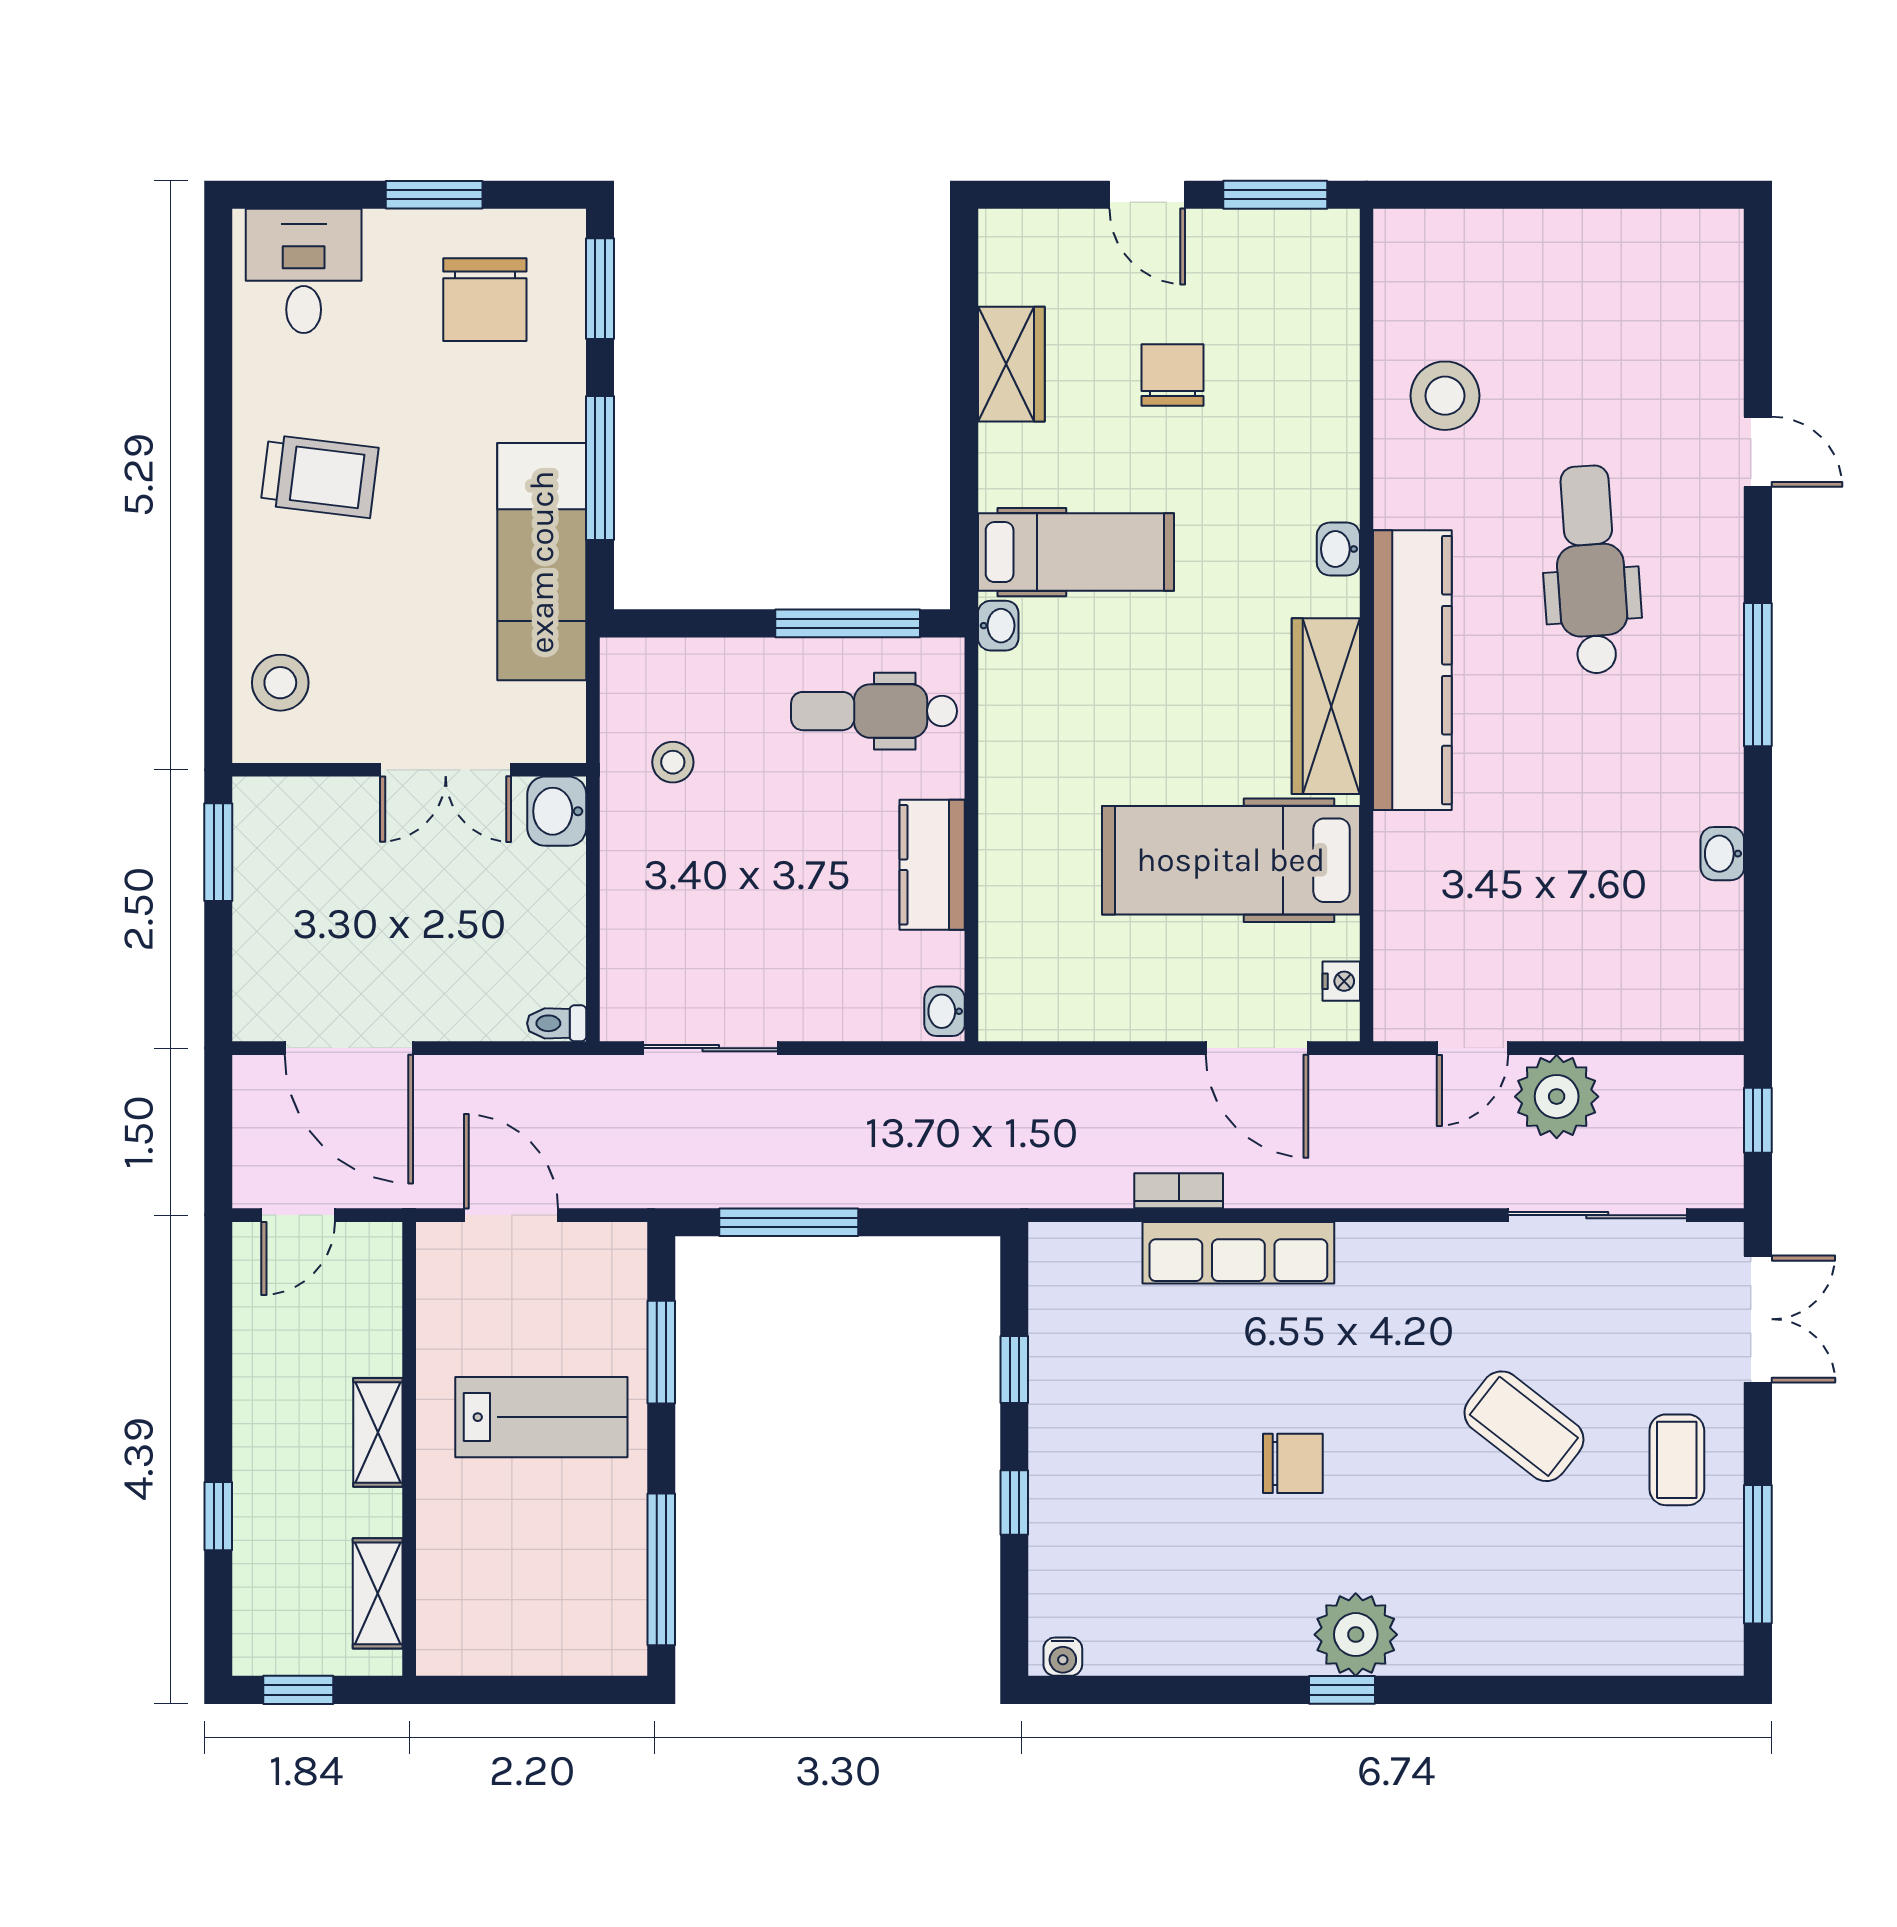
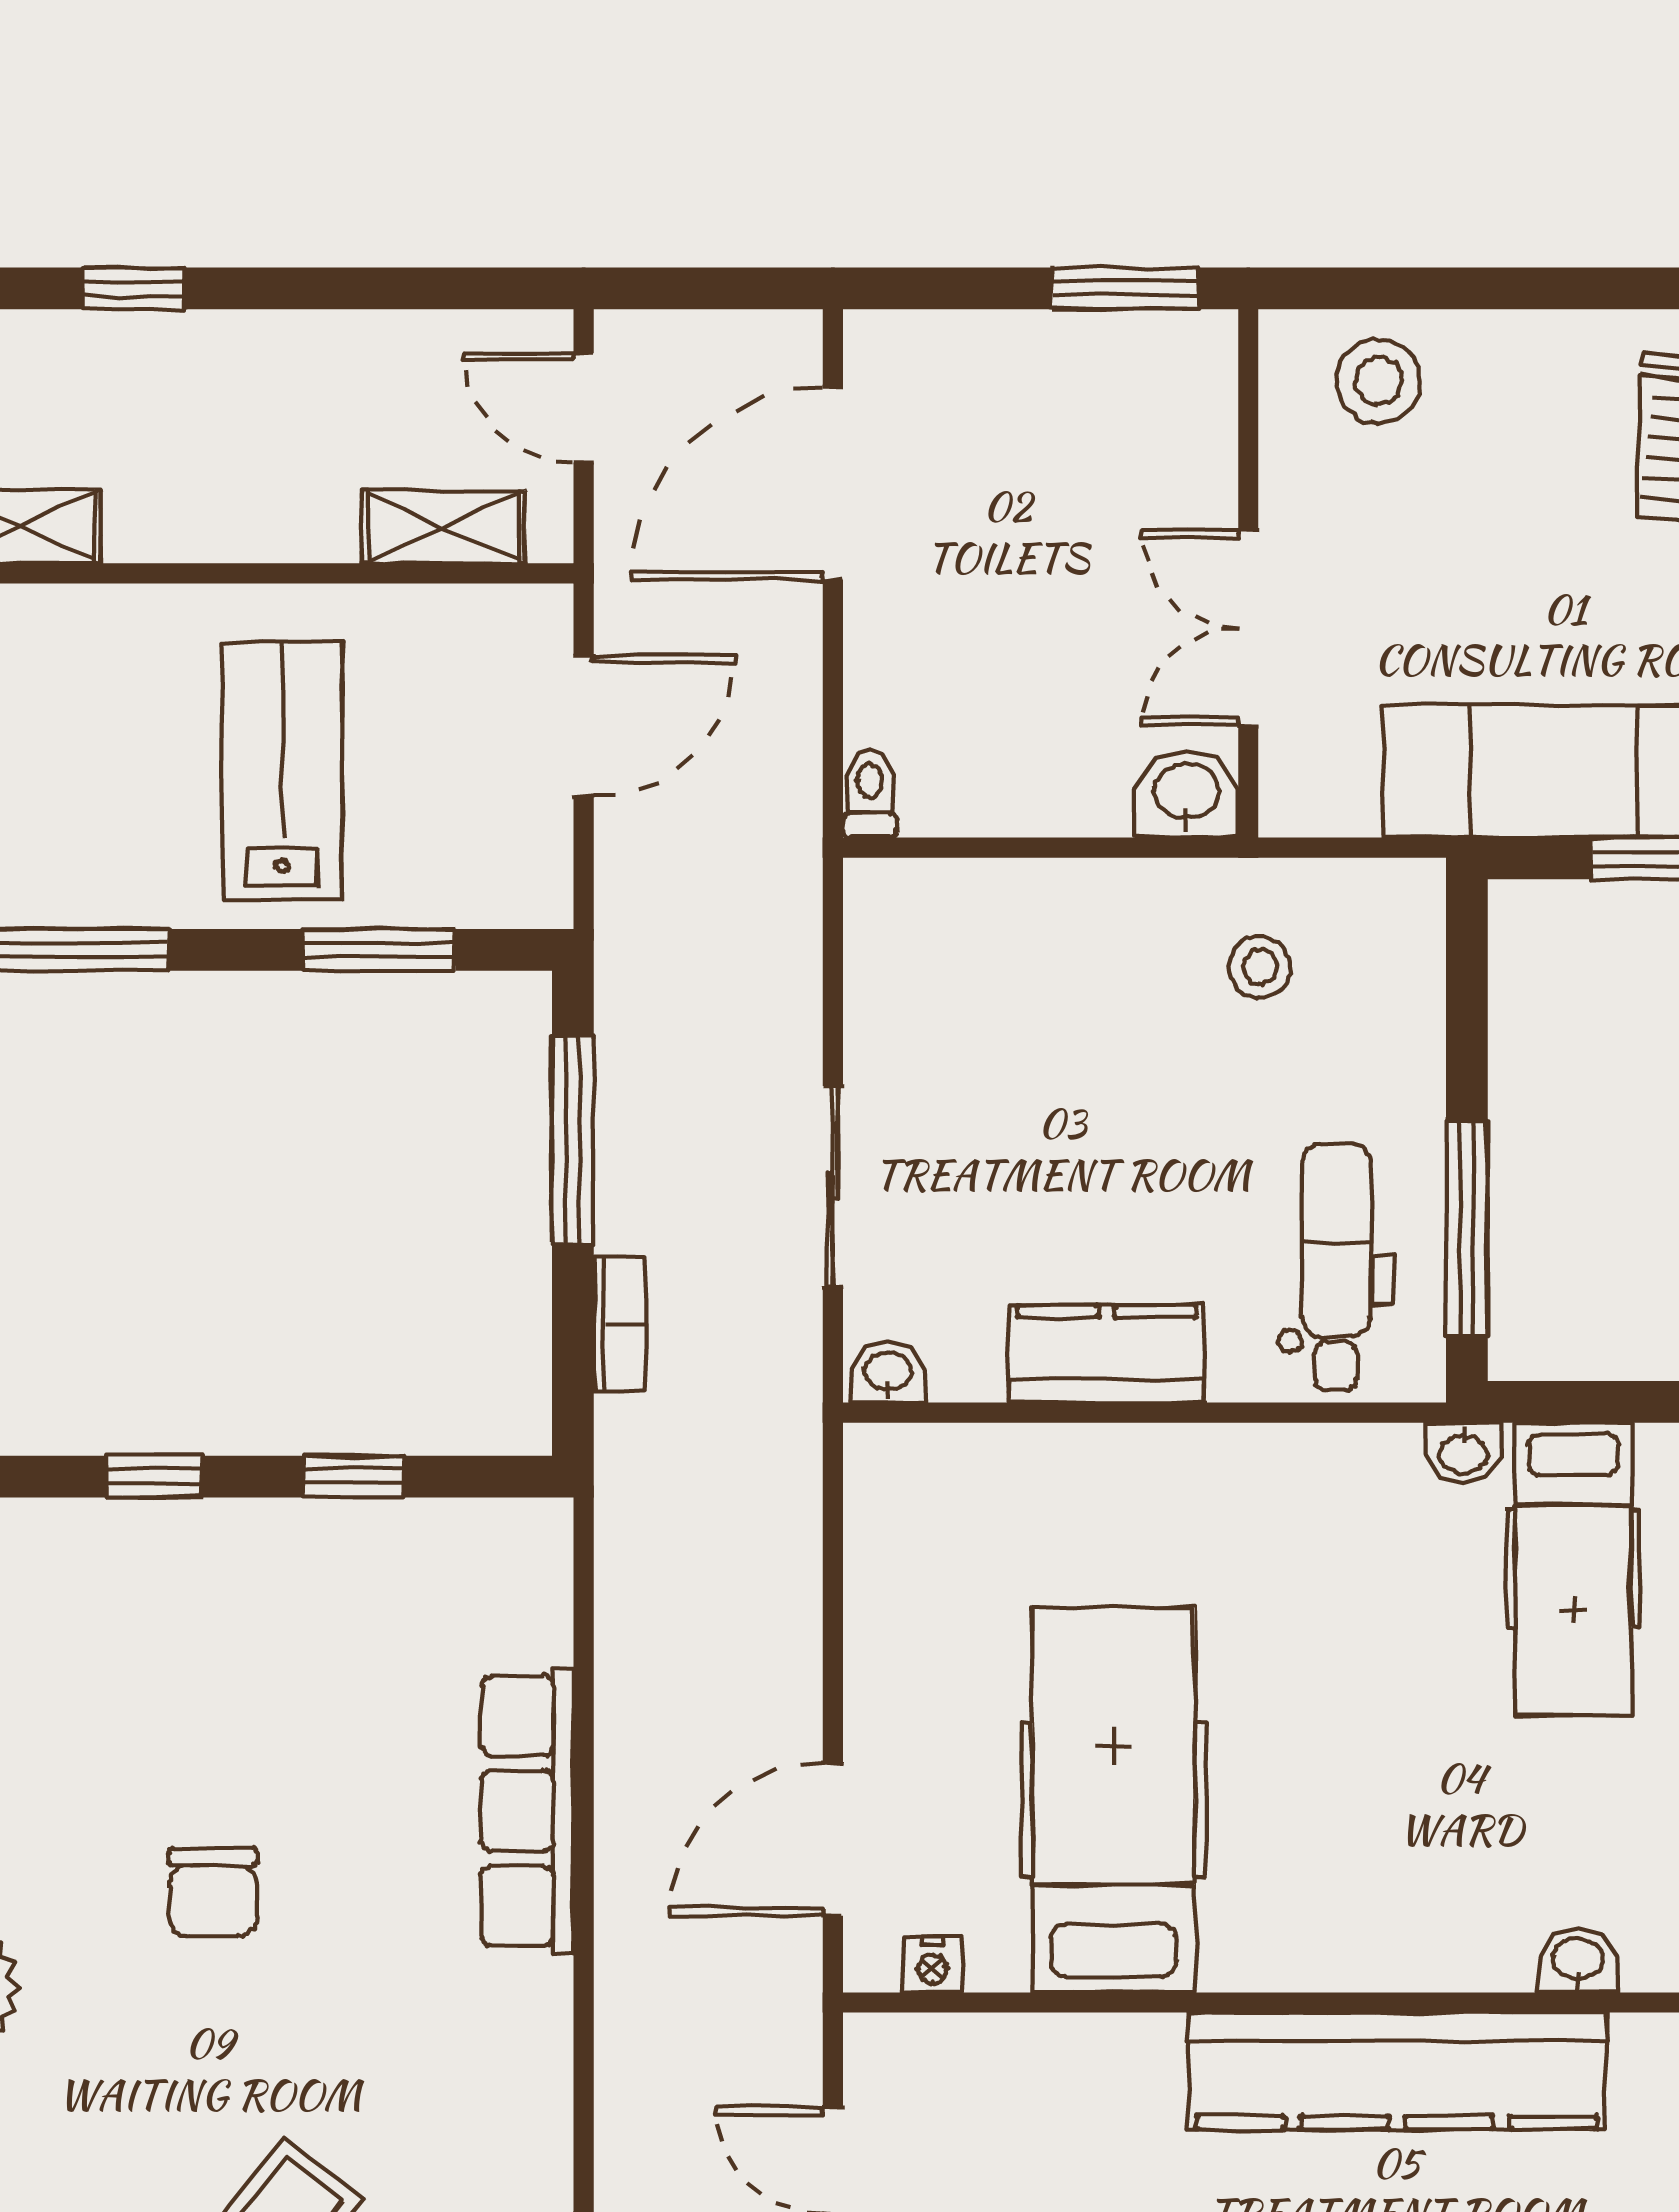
wardrobe: (1326, 706) -> (1343, 1942), removed
sliding door: (711, 1048) -> (833, 1186), moved
bookcase: (1179, 1191) -> (620, 1324), moved
lab bench: (541, 1417) -> (282, 771), turned 180
shelving: (378, 1432) -> (444, 527), moved

